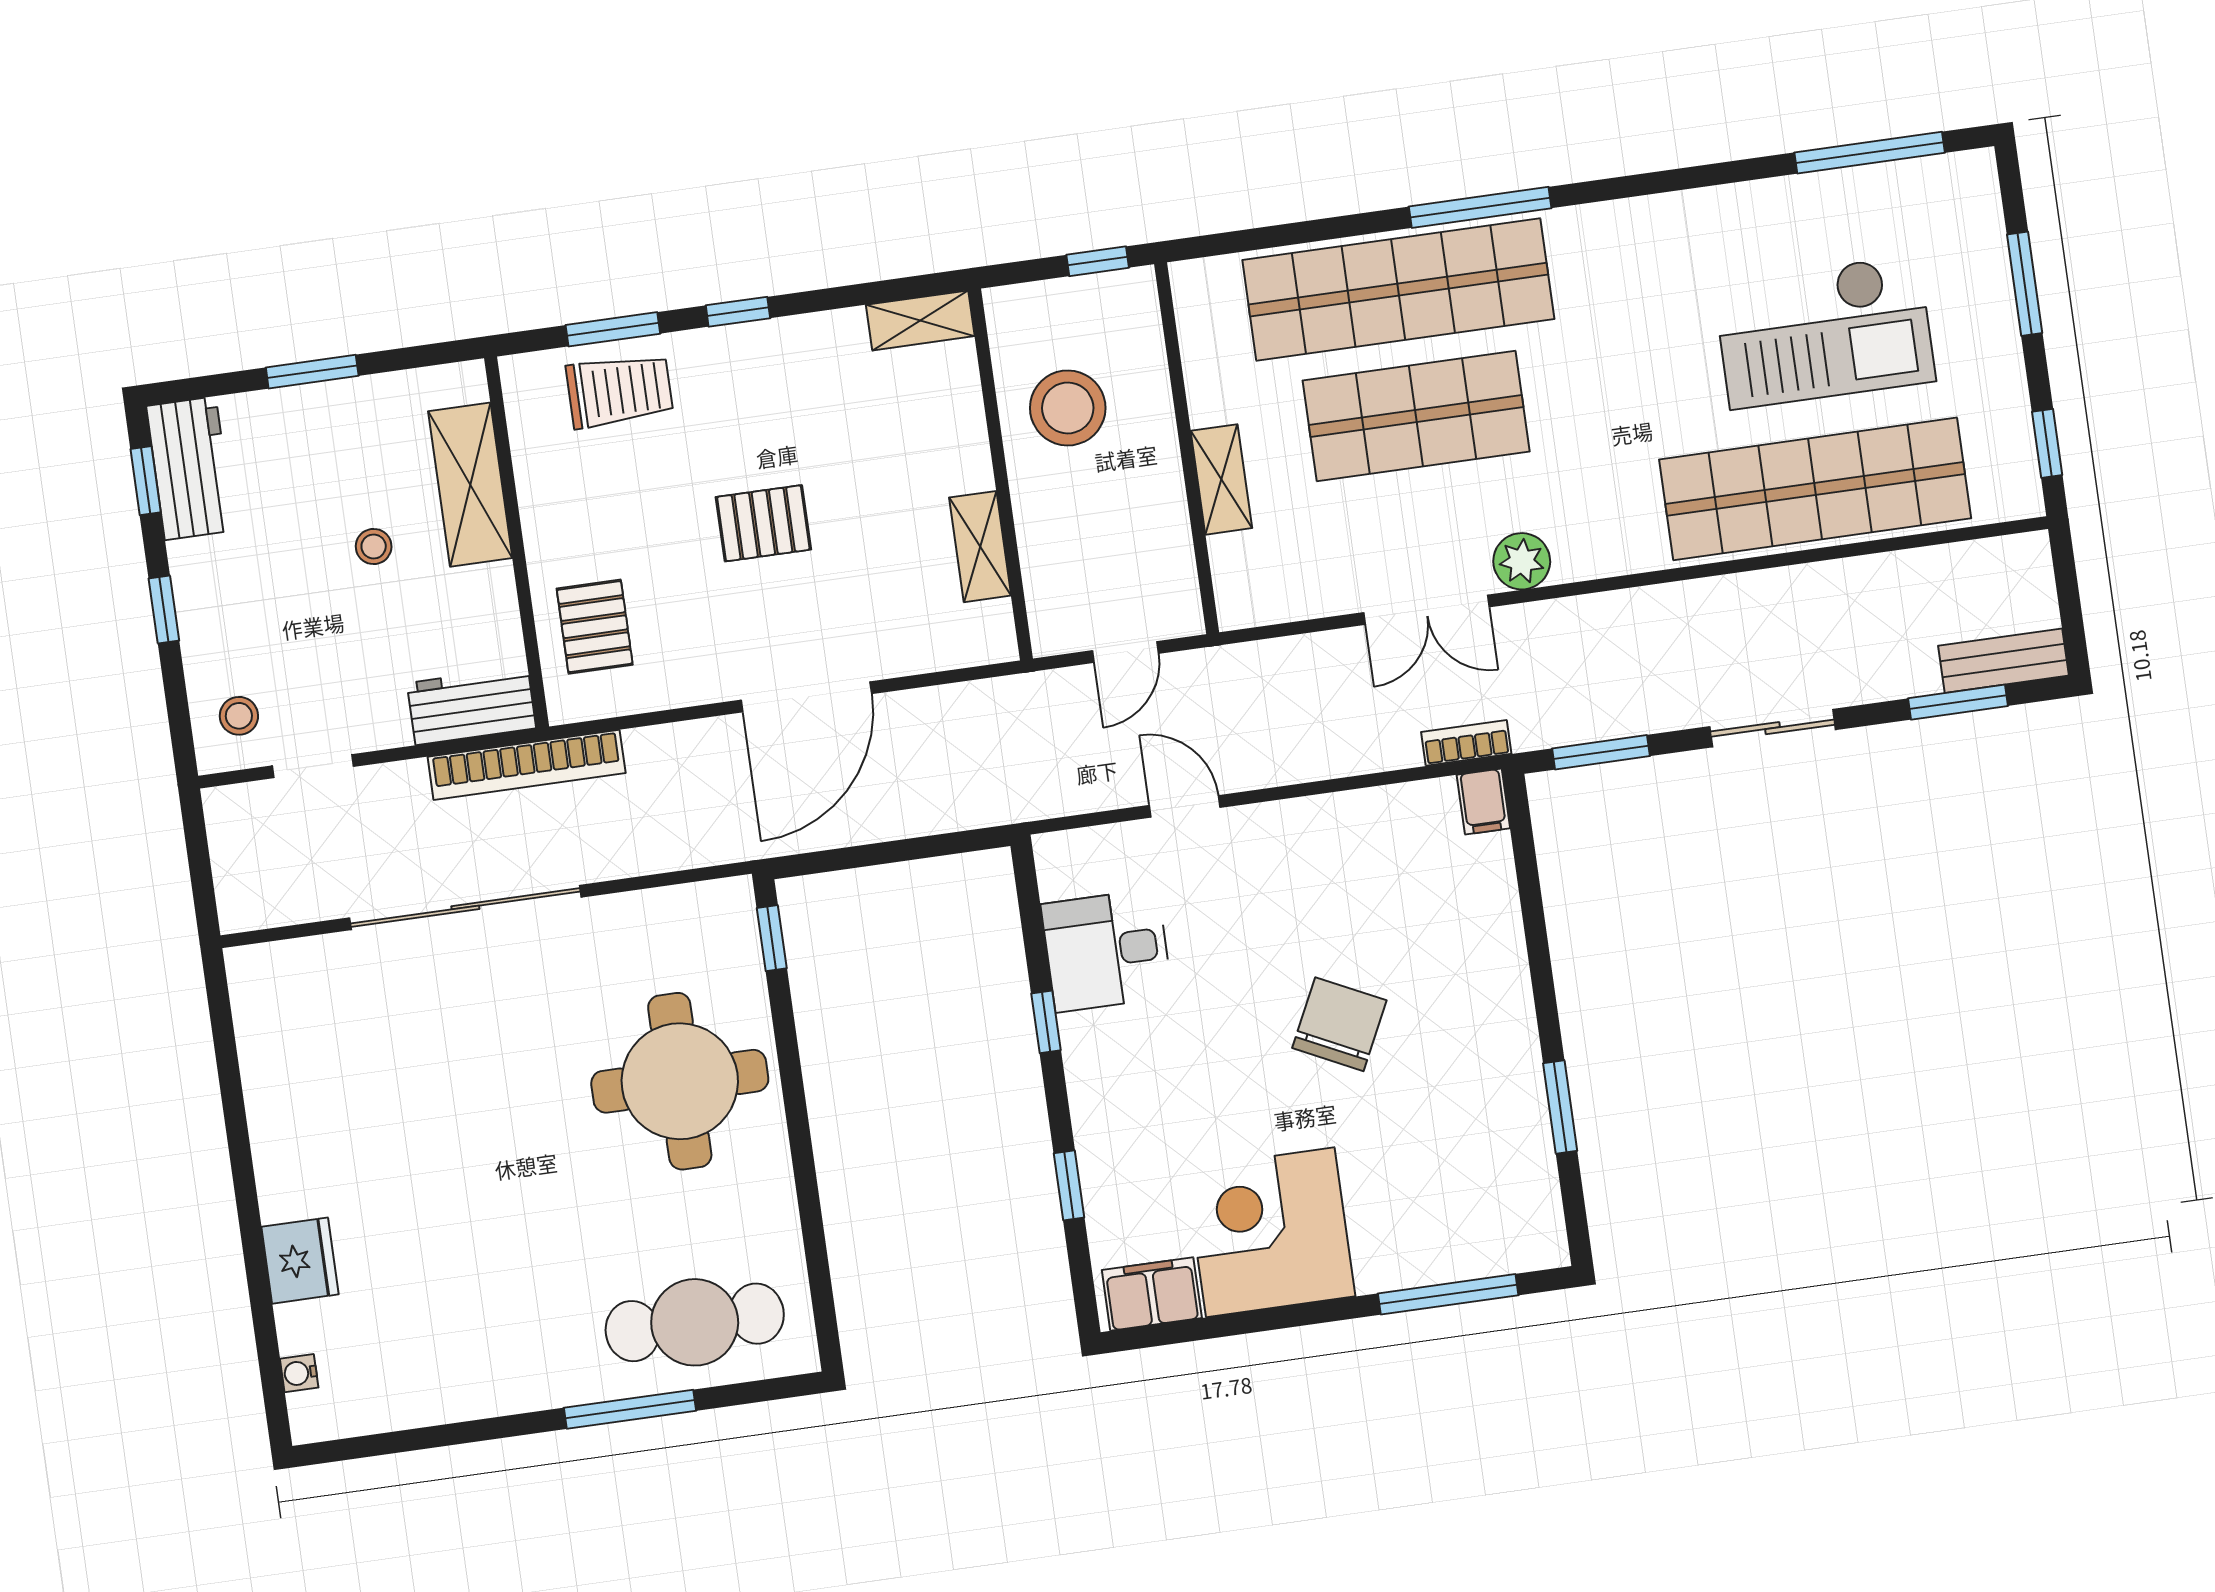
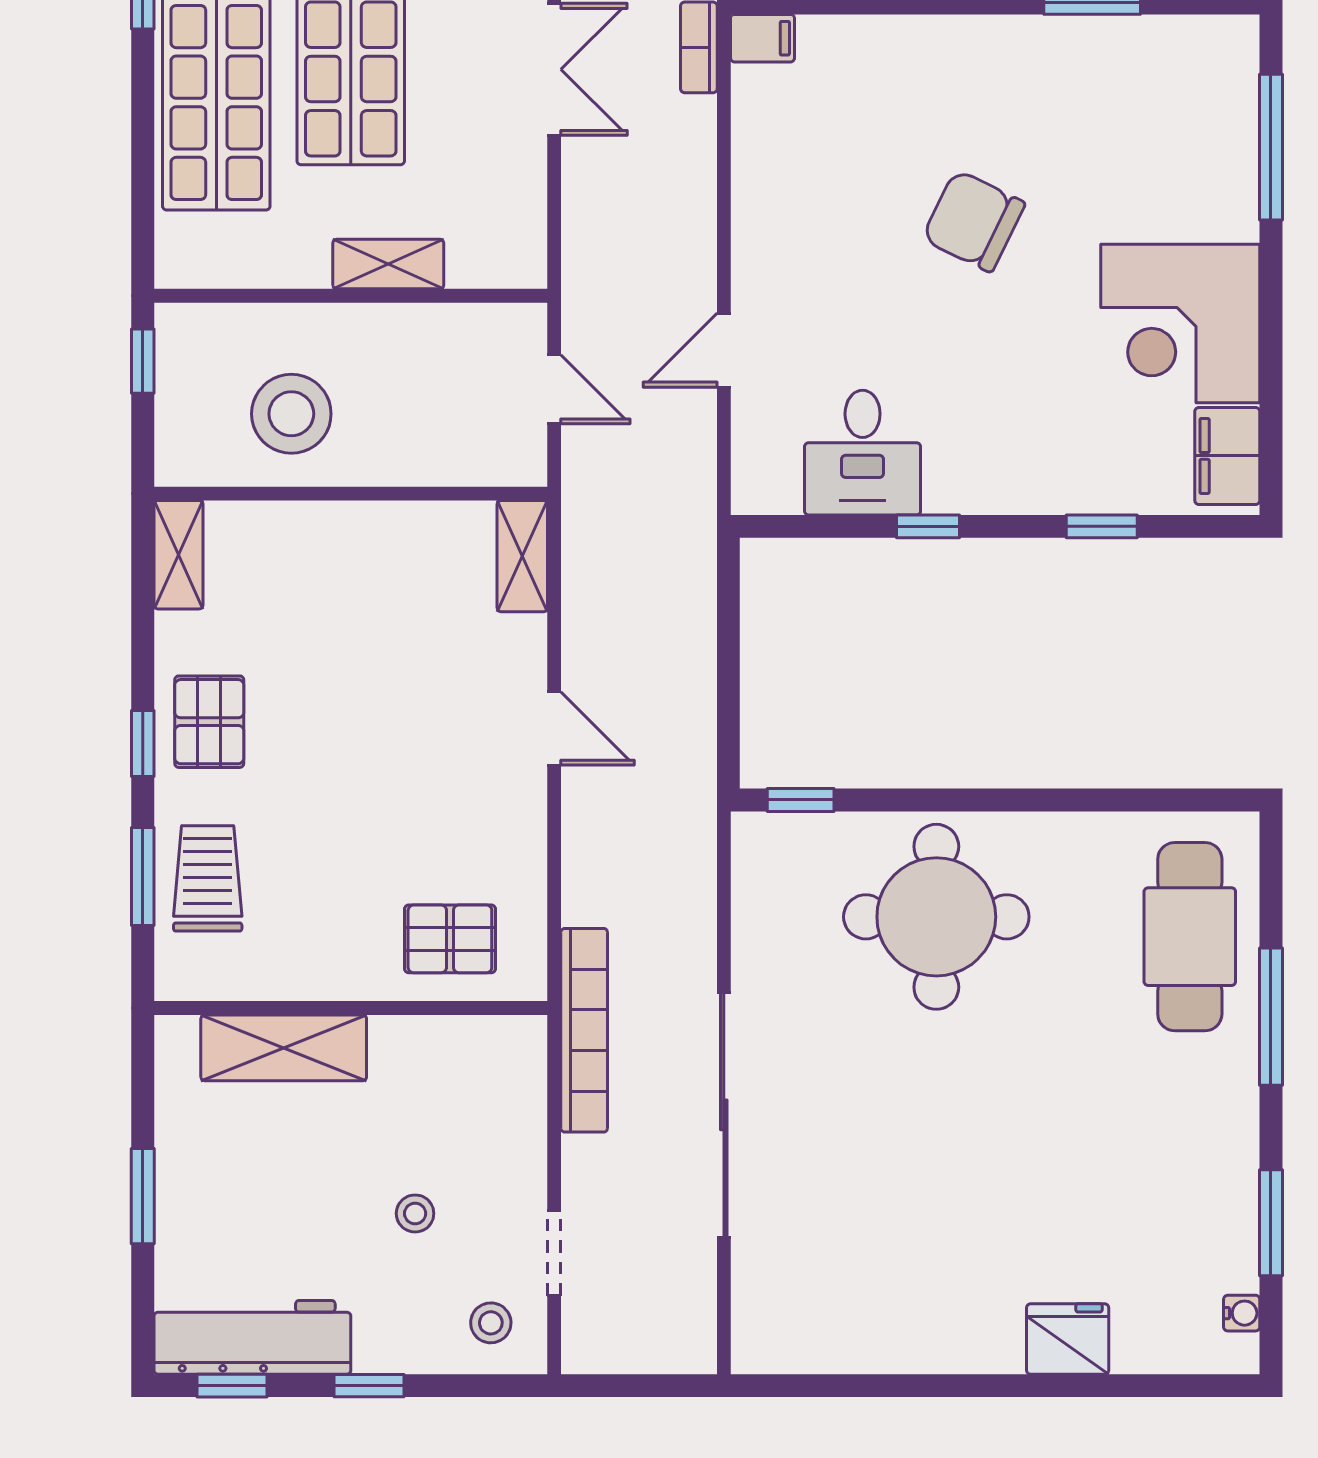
workbench: (190, 468) -> (252, 1337), width x1.38
pallet: (763, 523) -> (209, 722), moved
stool: (374, 547) -> (415, 1213), moved
shelving: (980, 547) -> (522, 556), moved, turned 90
door: (806, 697) -> (554, 729), width x0.53
workbench: (471, 706) -> (514, 1079), removed
water cooler: (299, 1373) -> (1242, 1313), moved, turned -90
window: (436, 1437) -> (1271, 1223), added

